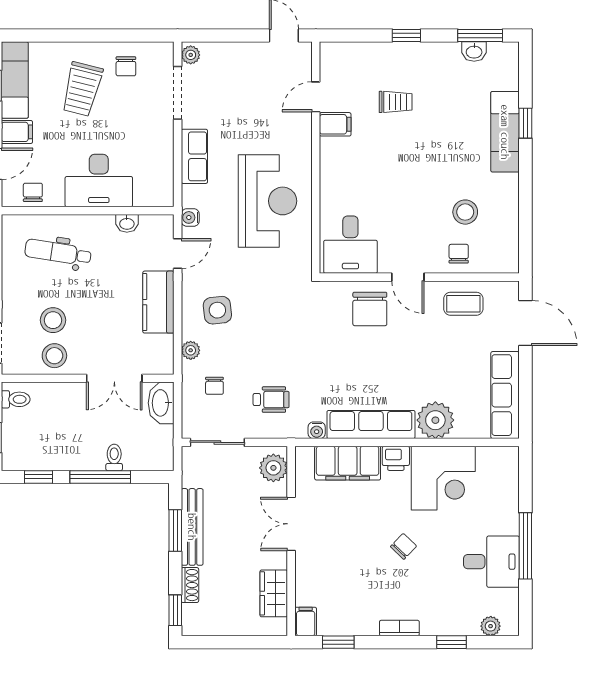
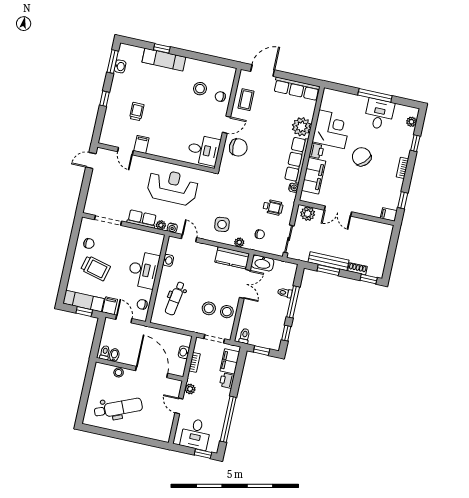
plant: (191, 55) -> (161, 225), moved
kitchen counter: (158, 302) -> (232, 258), moved
wheelchair: (271, 400) -> (273, 207), turned 90
chair: (404, 546) -> (362, 157), width x1.87, depth x1.87
wardrobe: (274, 593) -> (371, 227), removed

